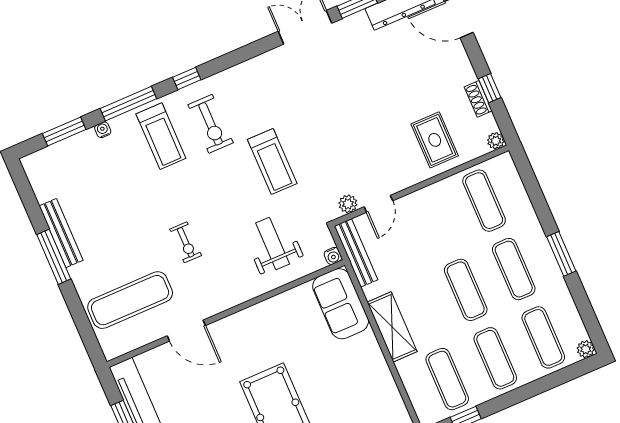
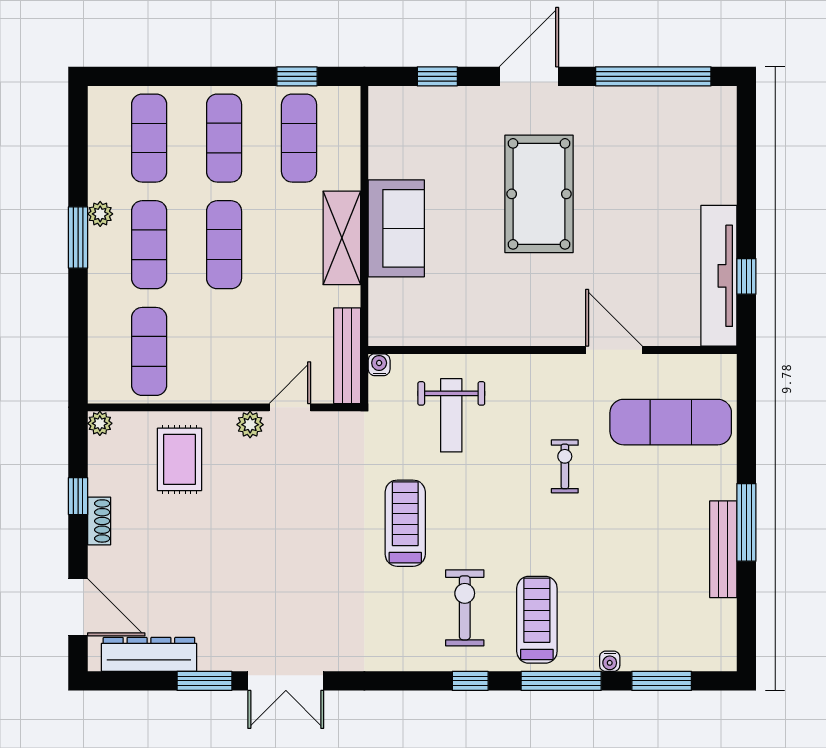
shoe rack: (478, 99) -> (99, 521), moved
plant: (348, 204) -> (250, 425), moved
sofa: (341, 304) -> (396, 228), moved
plant: (586, 349) -> (100, 214), moved

